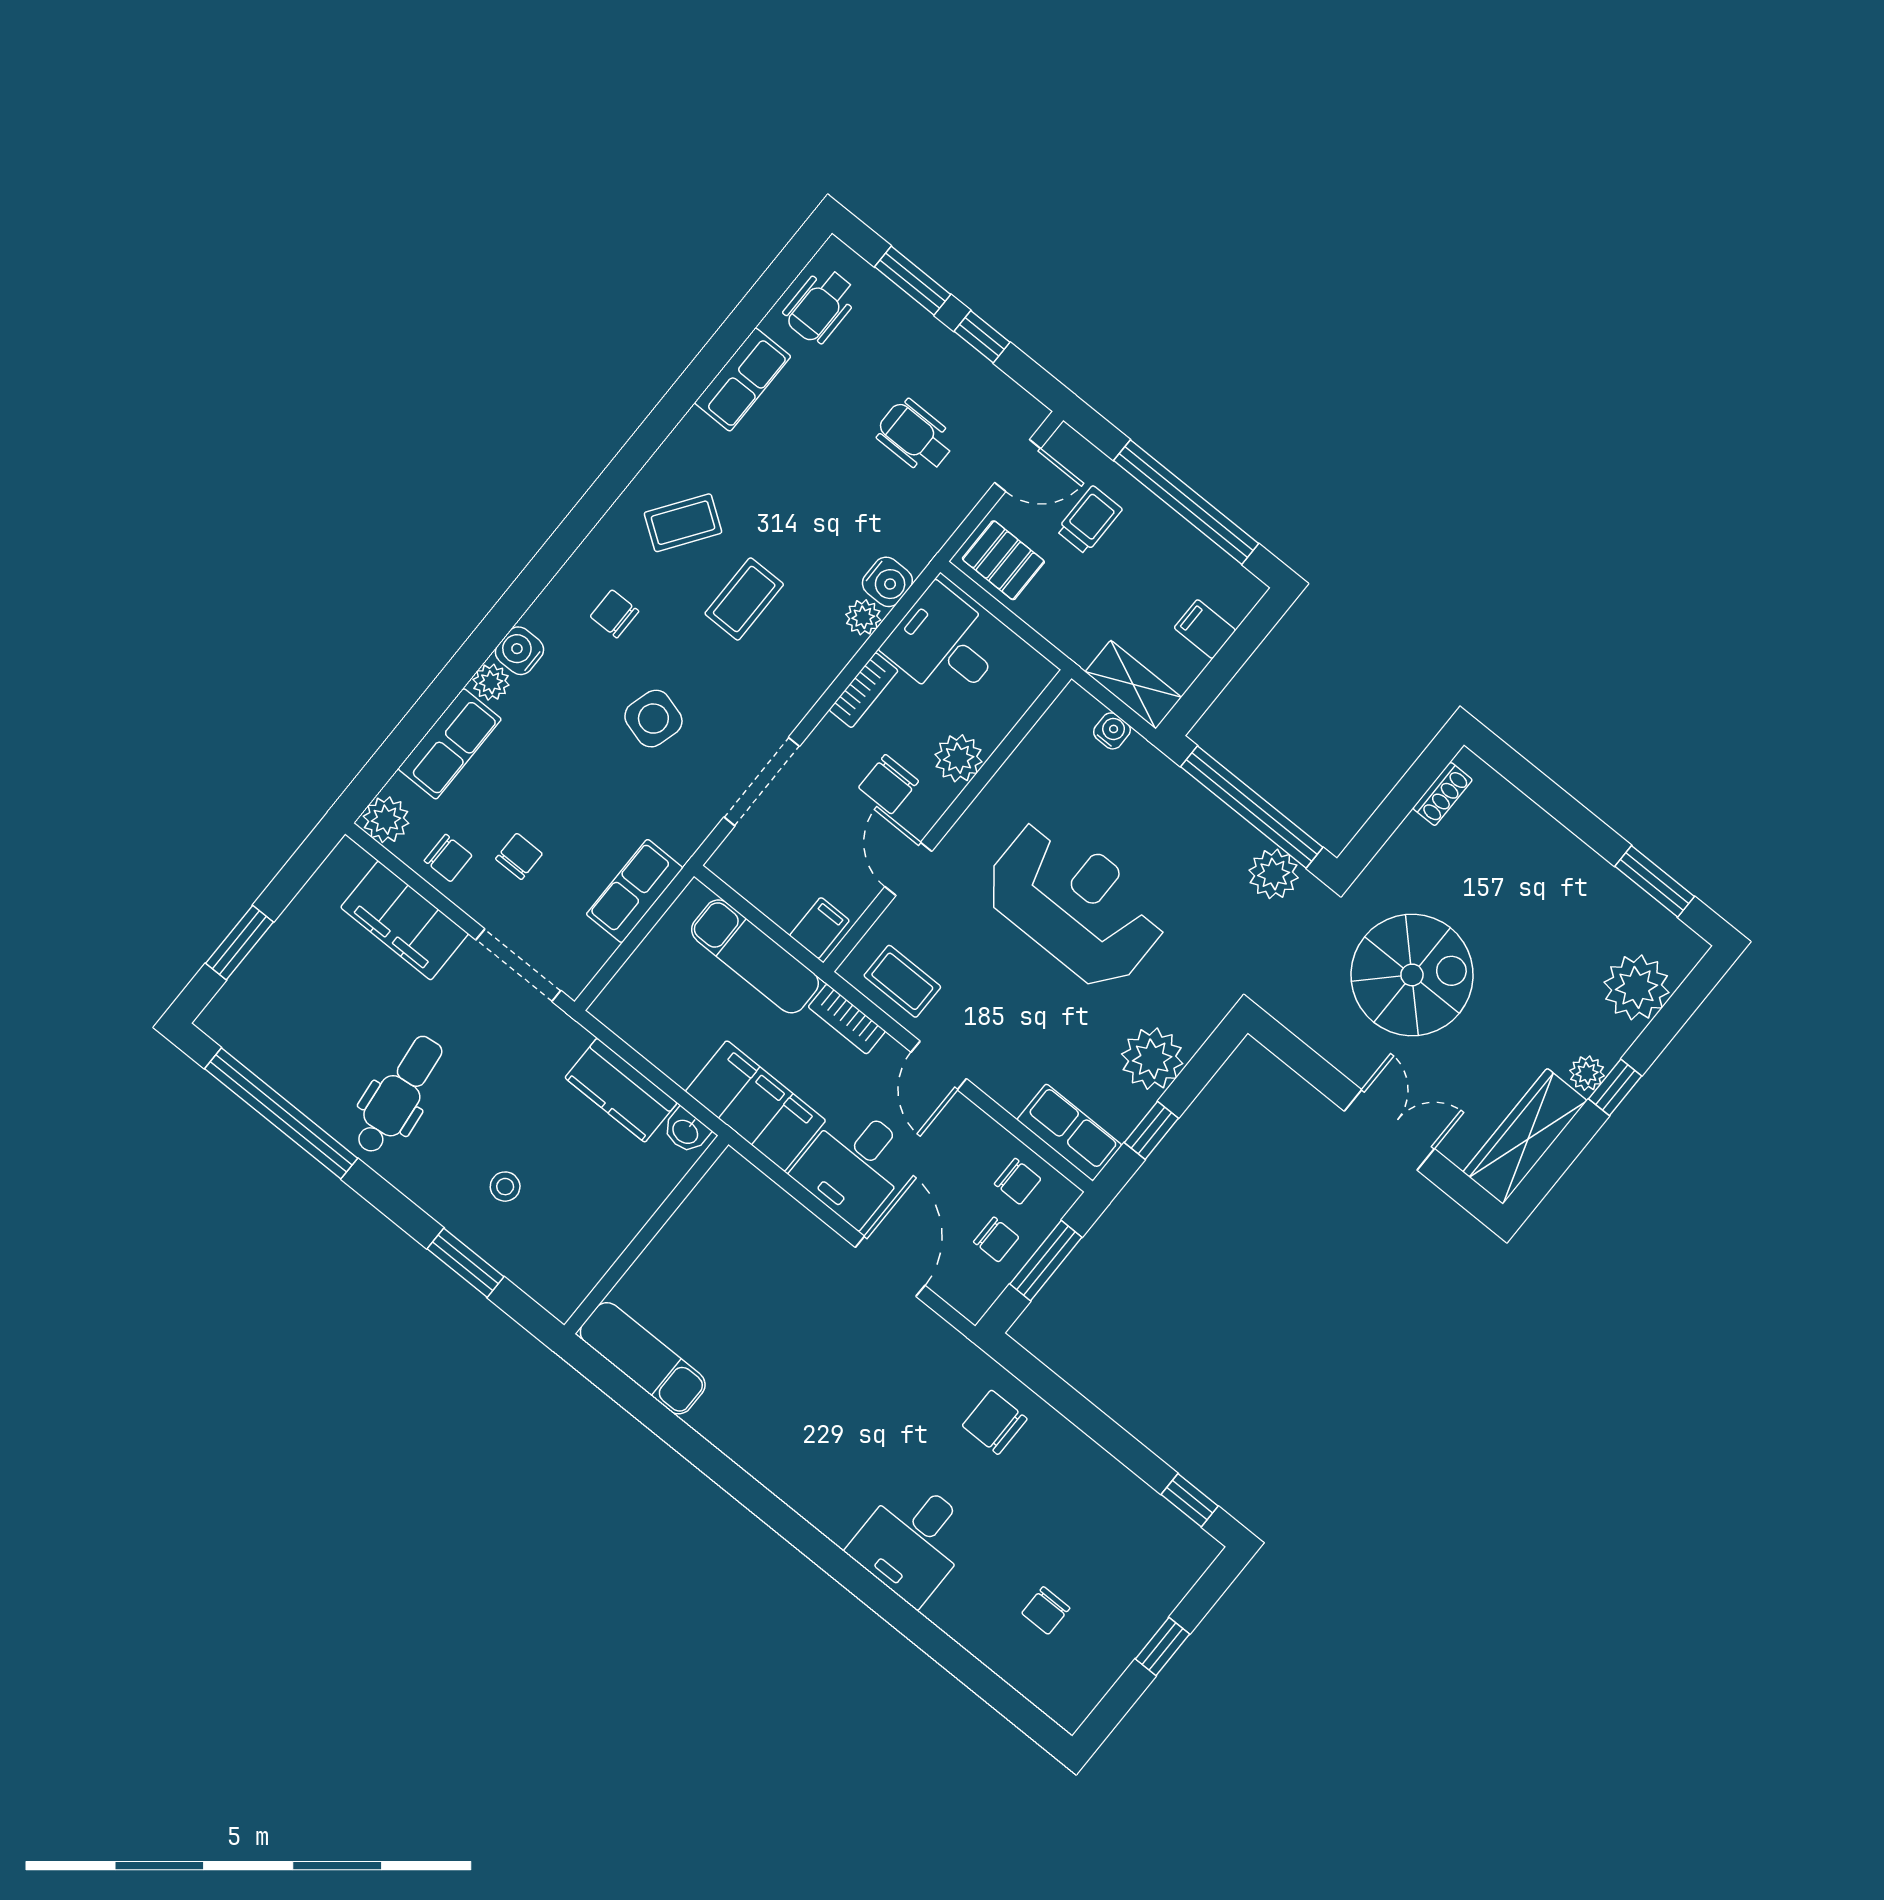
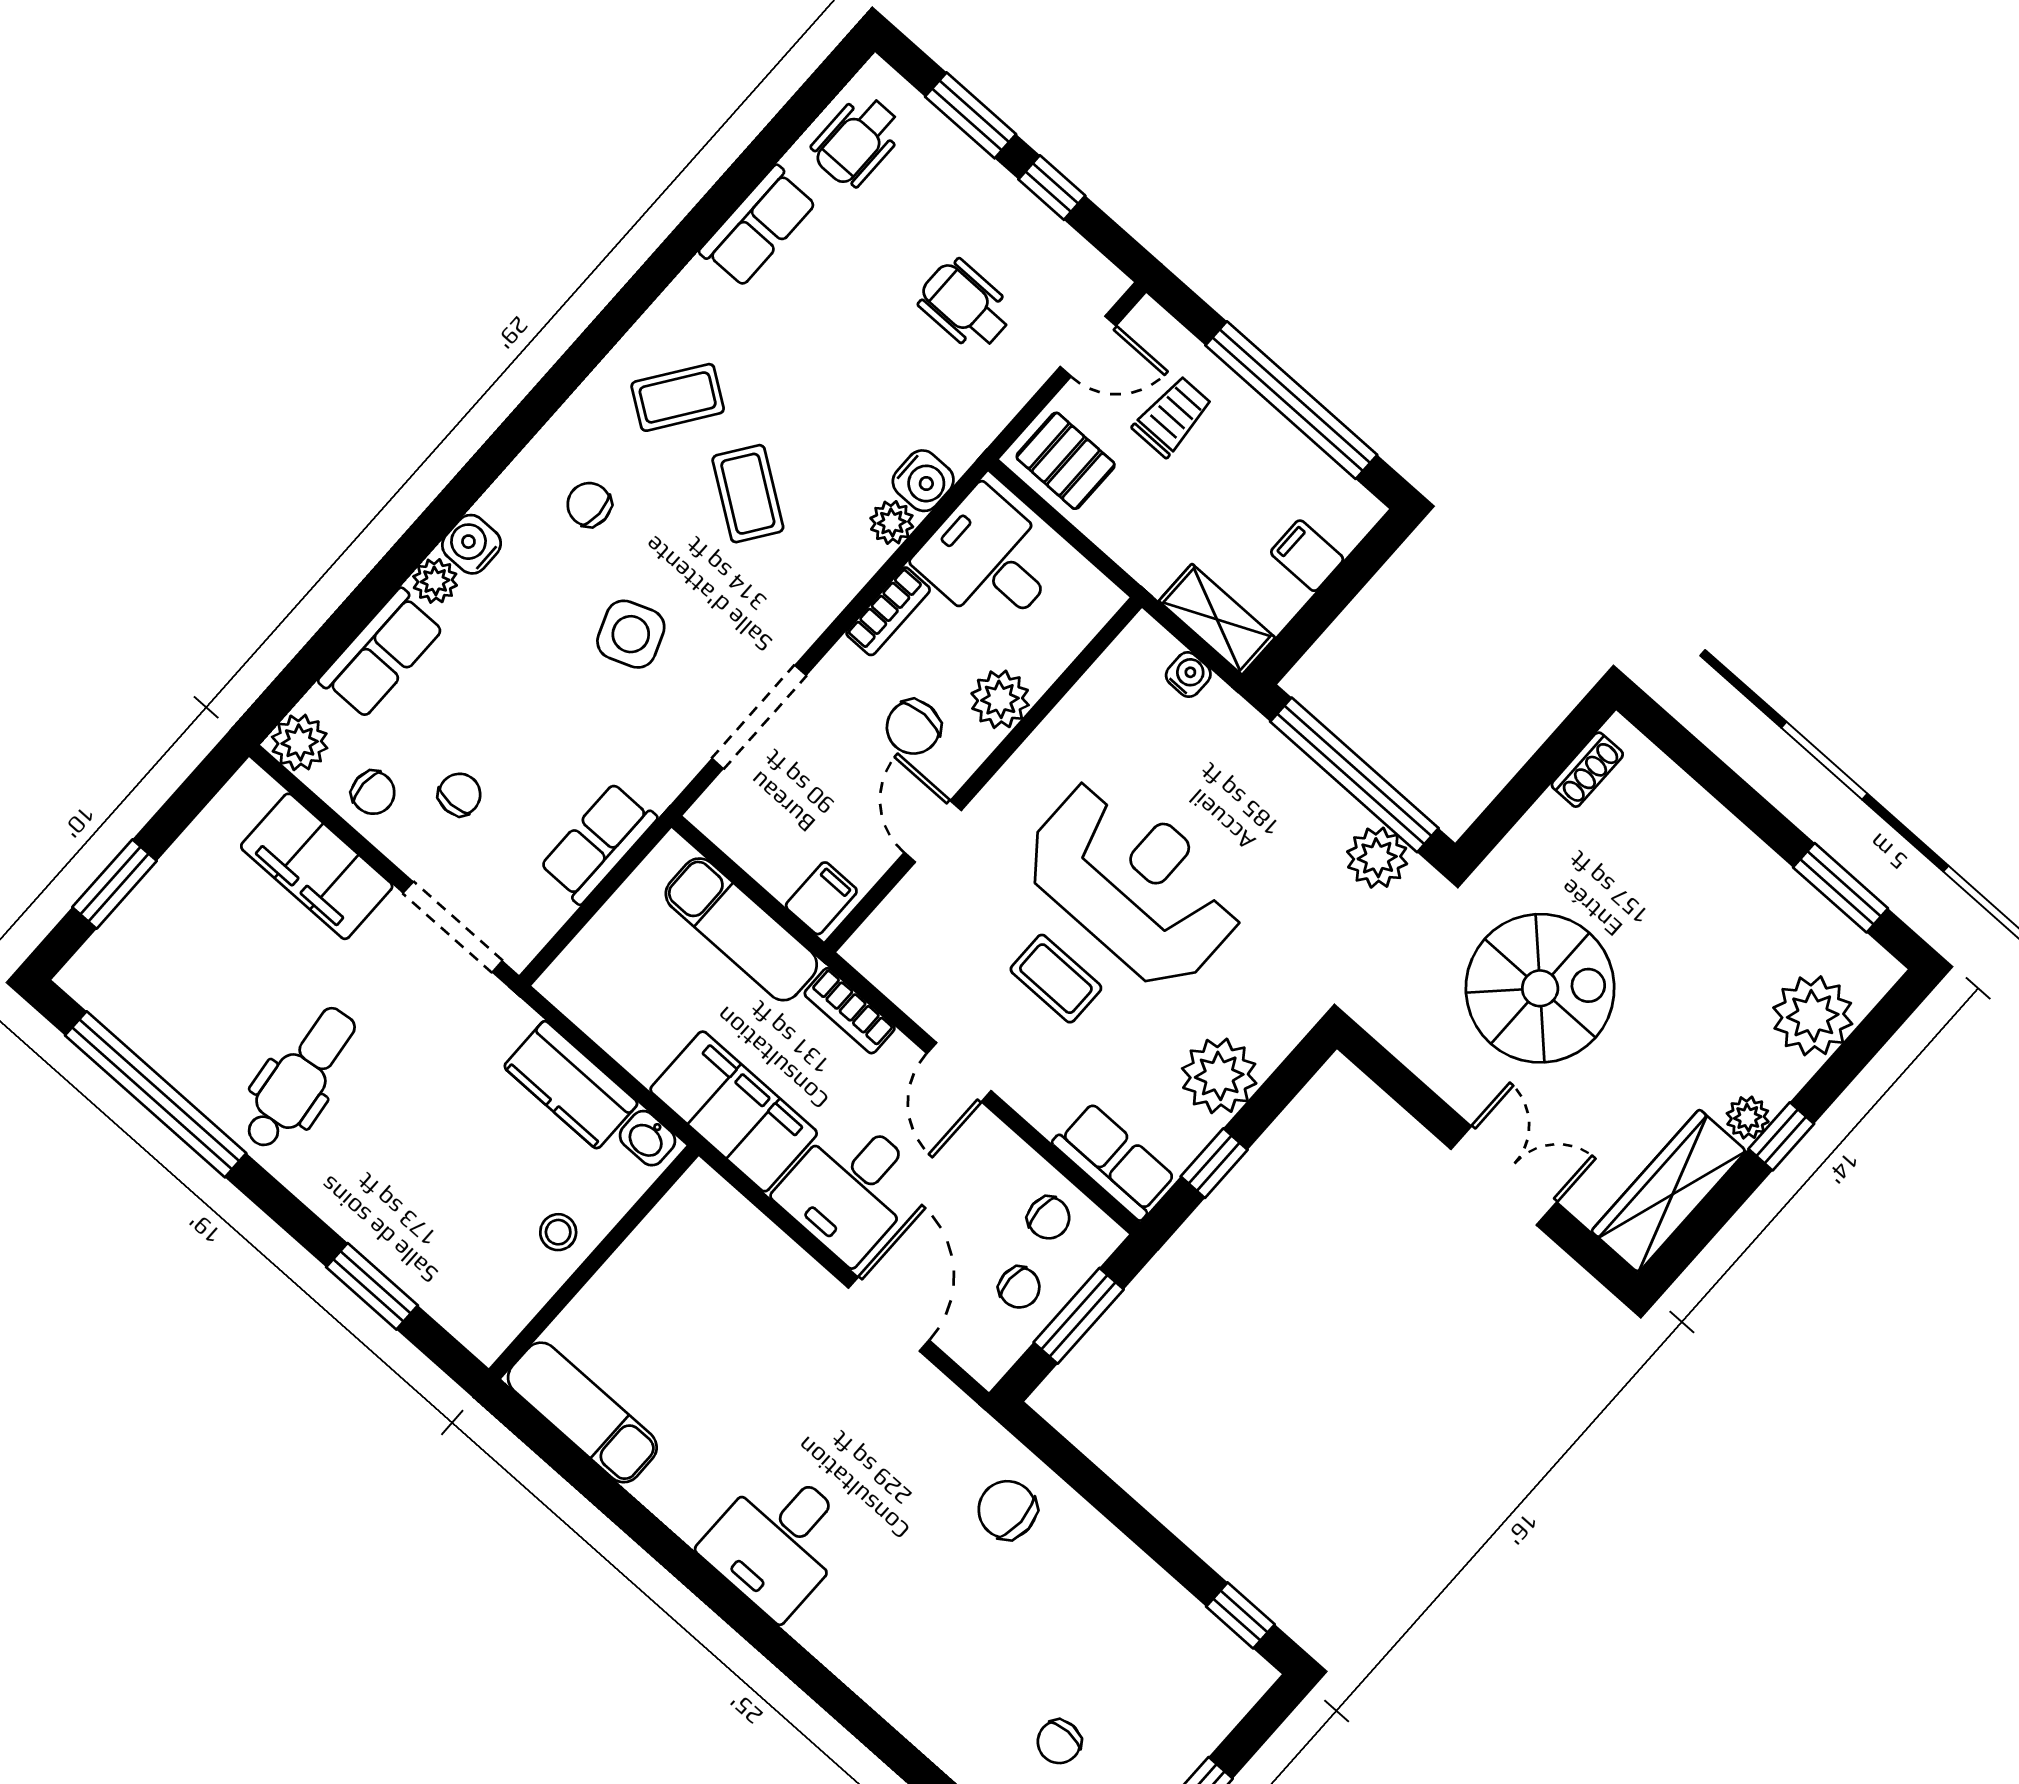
coffee table: (744, 599) -> (748, 494), turned -55
side table: (653, 719) -> (631, 634), turned -37
coffee table: (902, 981) -> (1056, 979), moved
stool: (505, 1187) -> (558, 1232), moved
desk: (913, 1541) -> (778, 1541), moved

